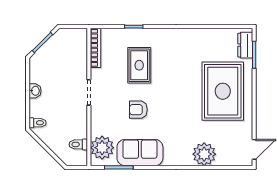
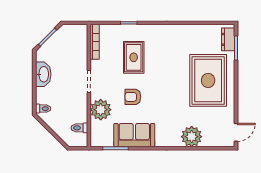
washbasin: (35, 91) -> (43, 74), width x1.91, depth x1.45
plant: (102, 148) -> (101, 110), moved

